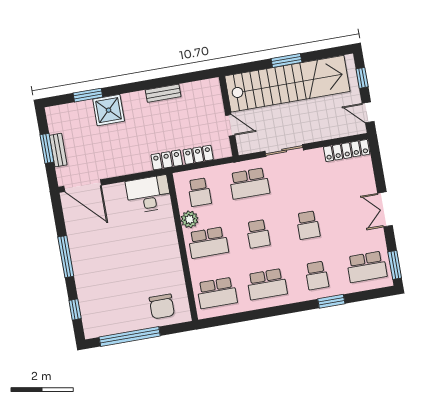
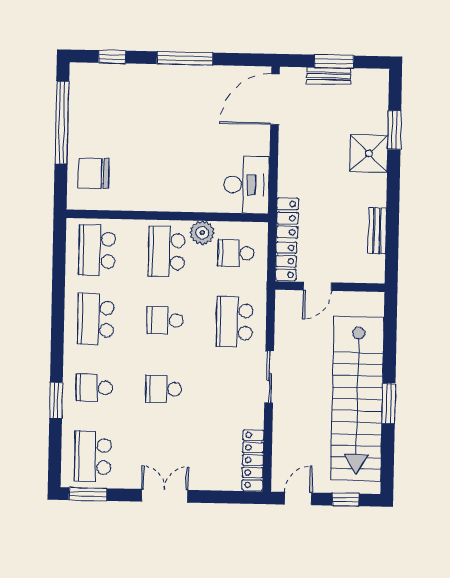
wall: (229, 116) -> (330, 287), moved
door: (230, 125) -> (317, 286), moved

